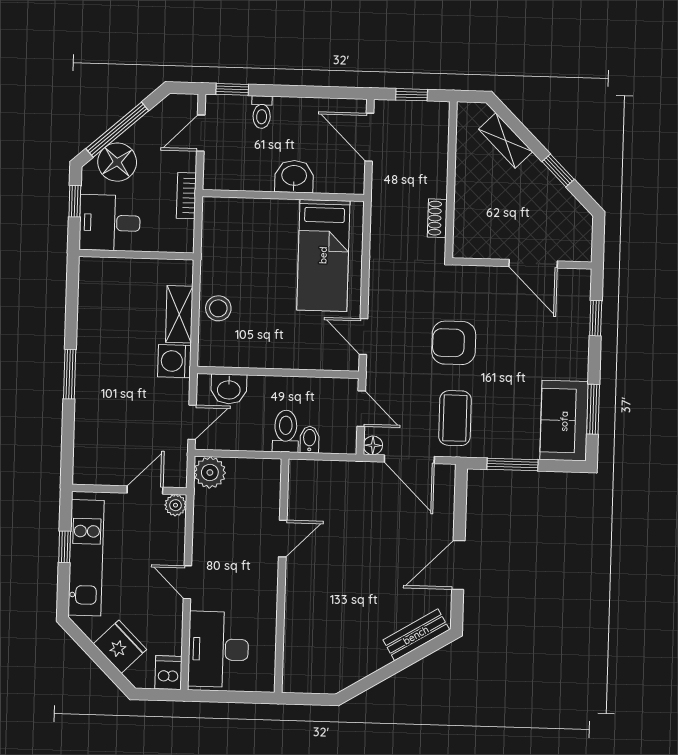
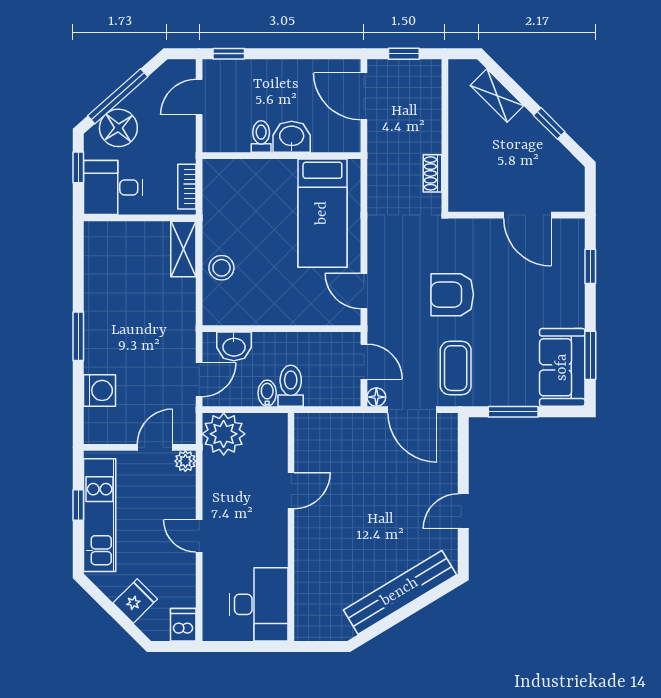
toilet: (262, 112) -> (261, 137), moved, turned 180
bookcase: (186, 196) -> (187, 187), moved
shelving: (179, 314) -> (183, 249), moved
washing machine: (174, 361) -> (99, 390), moved, turned 180
bidet: (310, 439) -> (267, 393), moved
plant: (210, 472) -> (224, 434), width x1.36, depth x1.36
door: (458, 565) -> (463, 511), width x0.73
bench: (416, 635) -> (400, 592), width x1.86, depth x1.21
fridge: (120, 647) -> (135, 601), width x0.72
desk: (218, 649) -> (259, 604), moved, turned 180

